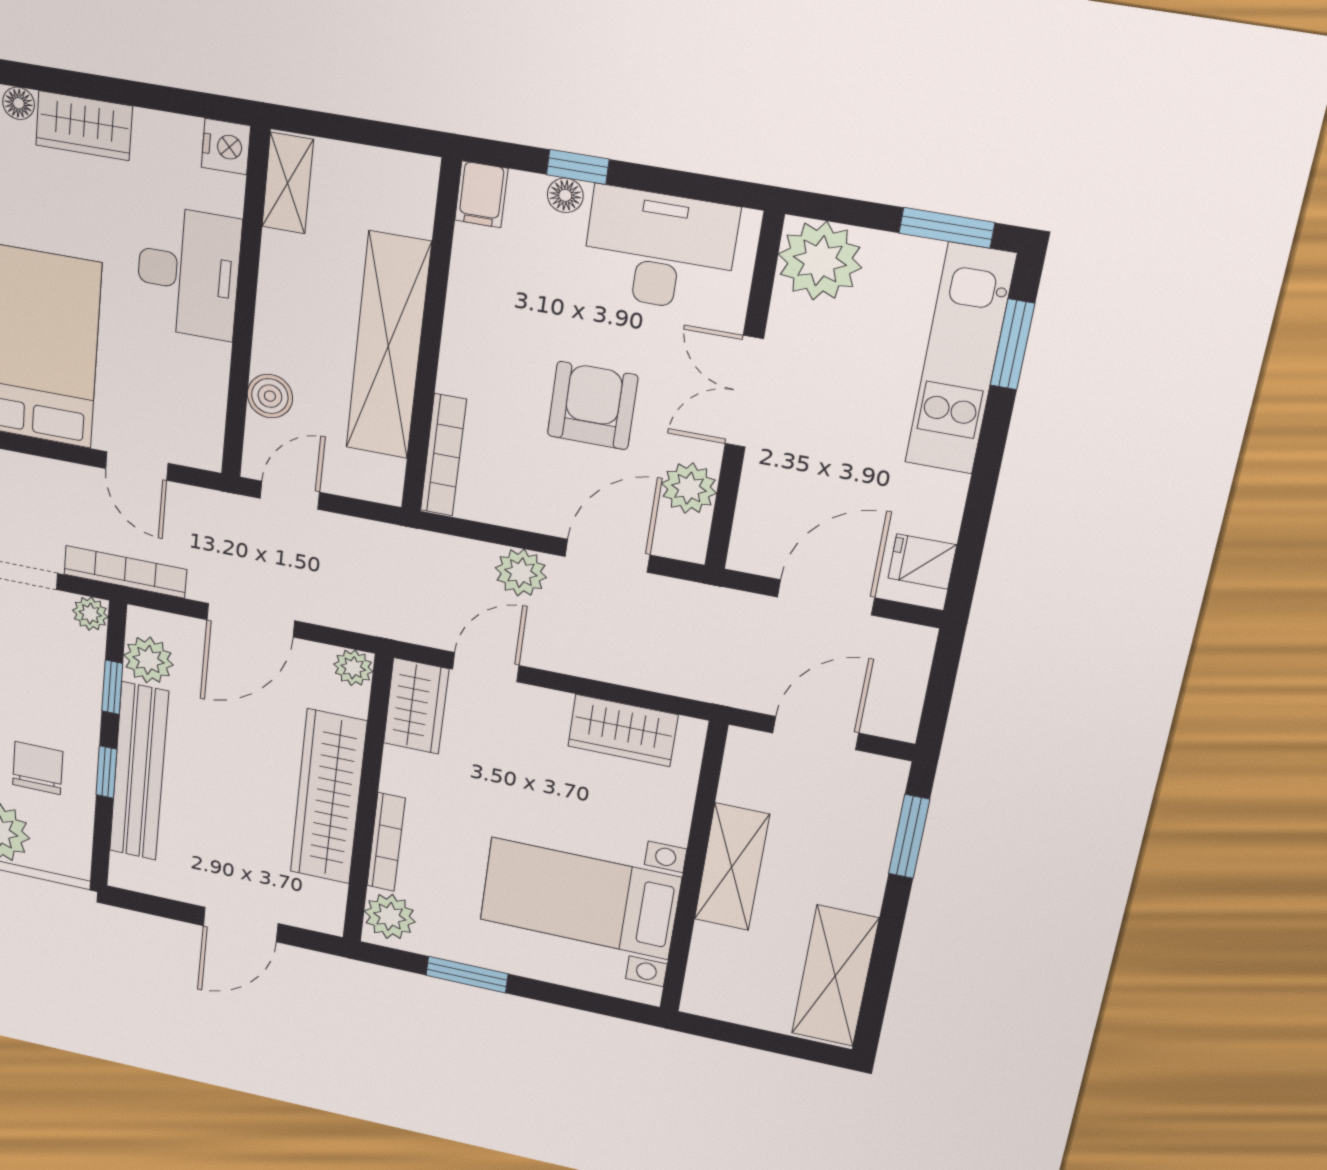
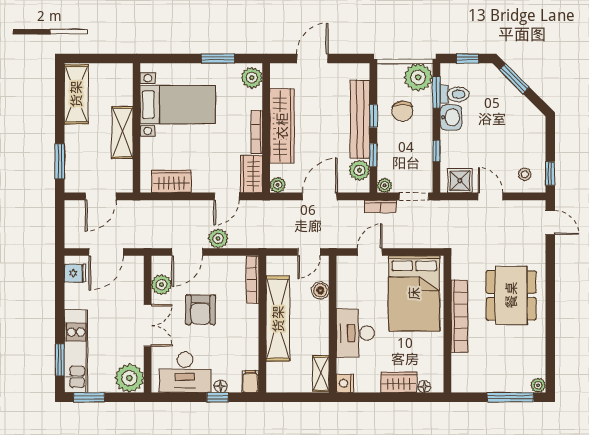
door: (137, 466) -> (370, 252), hinge flipped
bookcase: (125, 572) -> (380, 206), width x0.64
bookcase: (386, 842) -> (257, 132), moved

